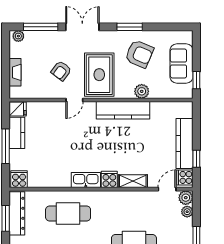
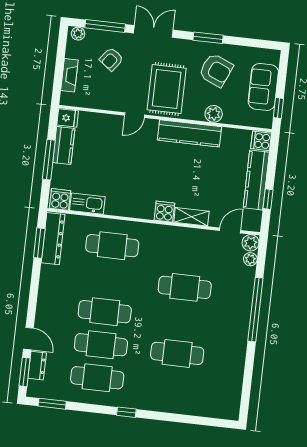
armchair: (61, 71) -> (111, 59), moved
cooker: (185, 177) -> (261, 141), moved
kitchen sink: (86, 180) -> (87, 204), moved

